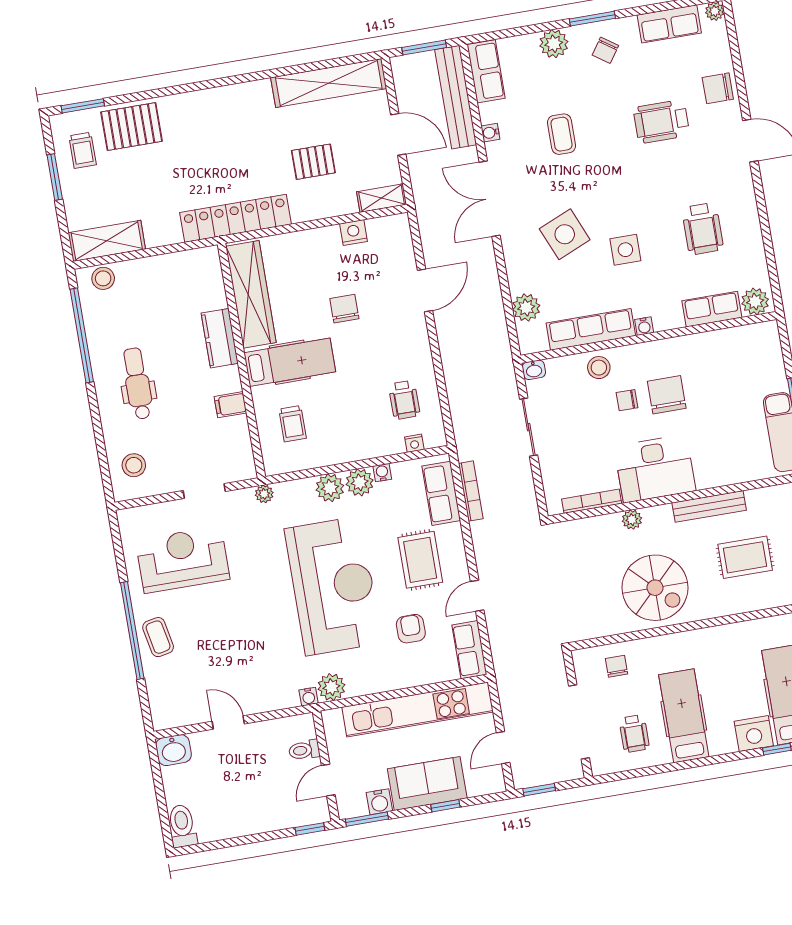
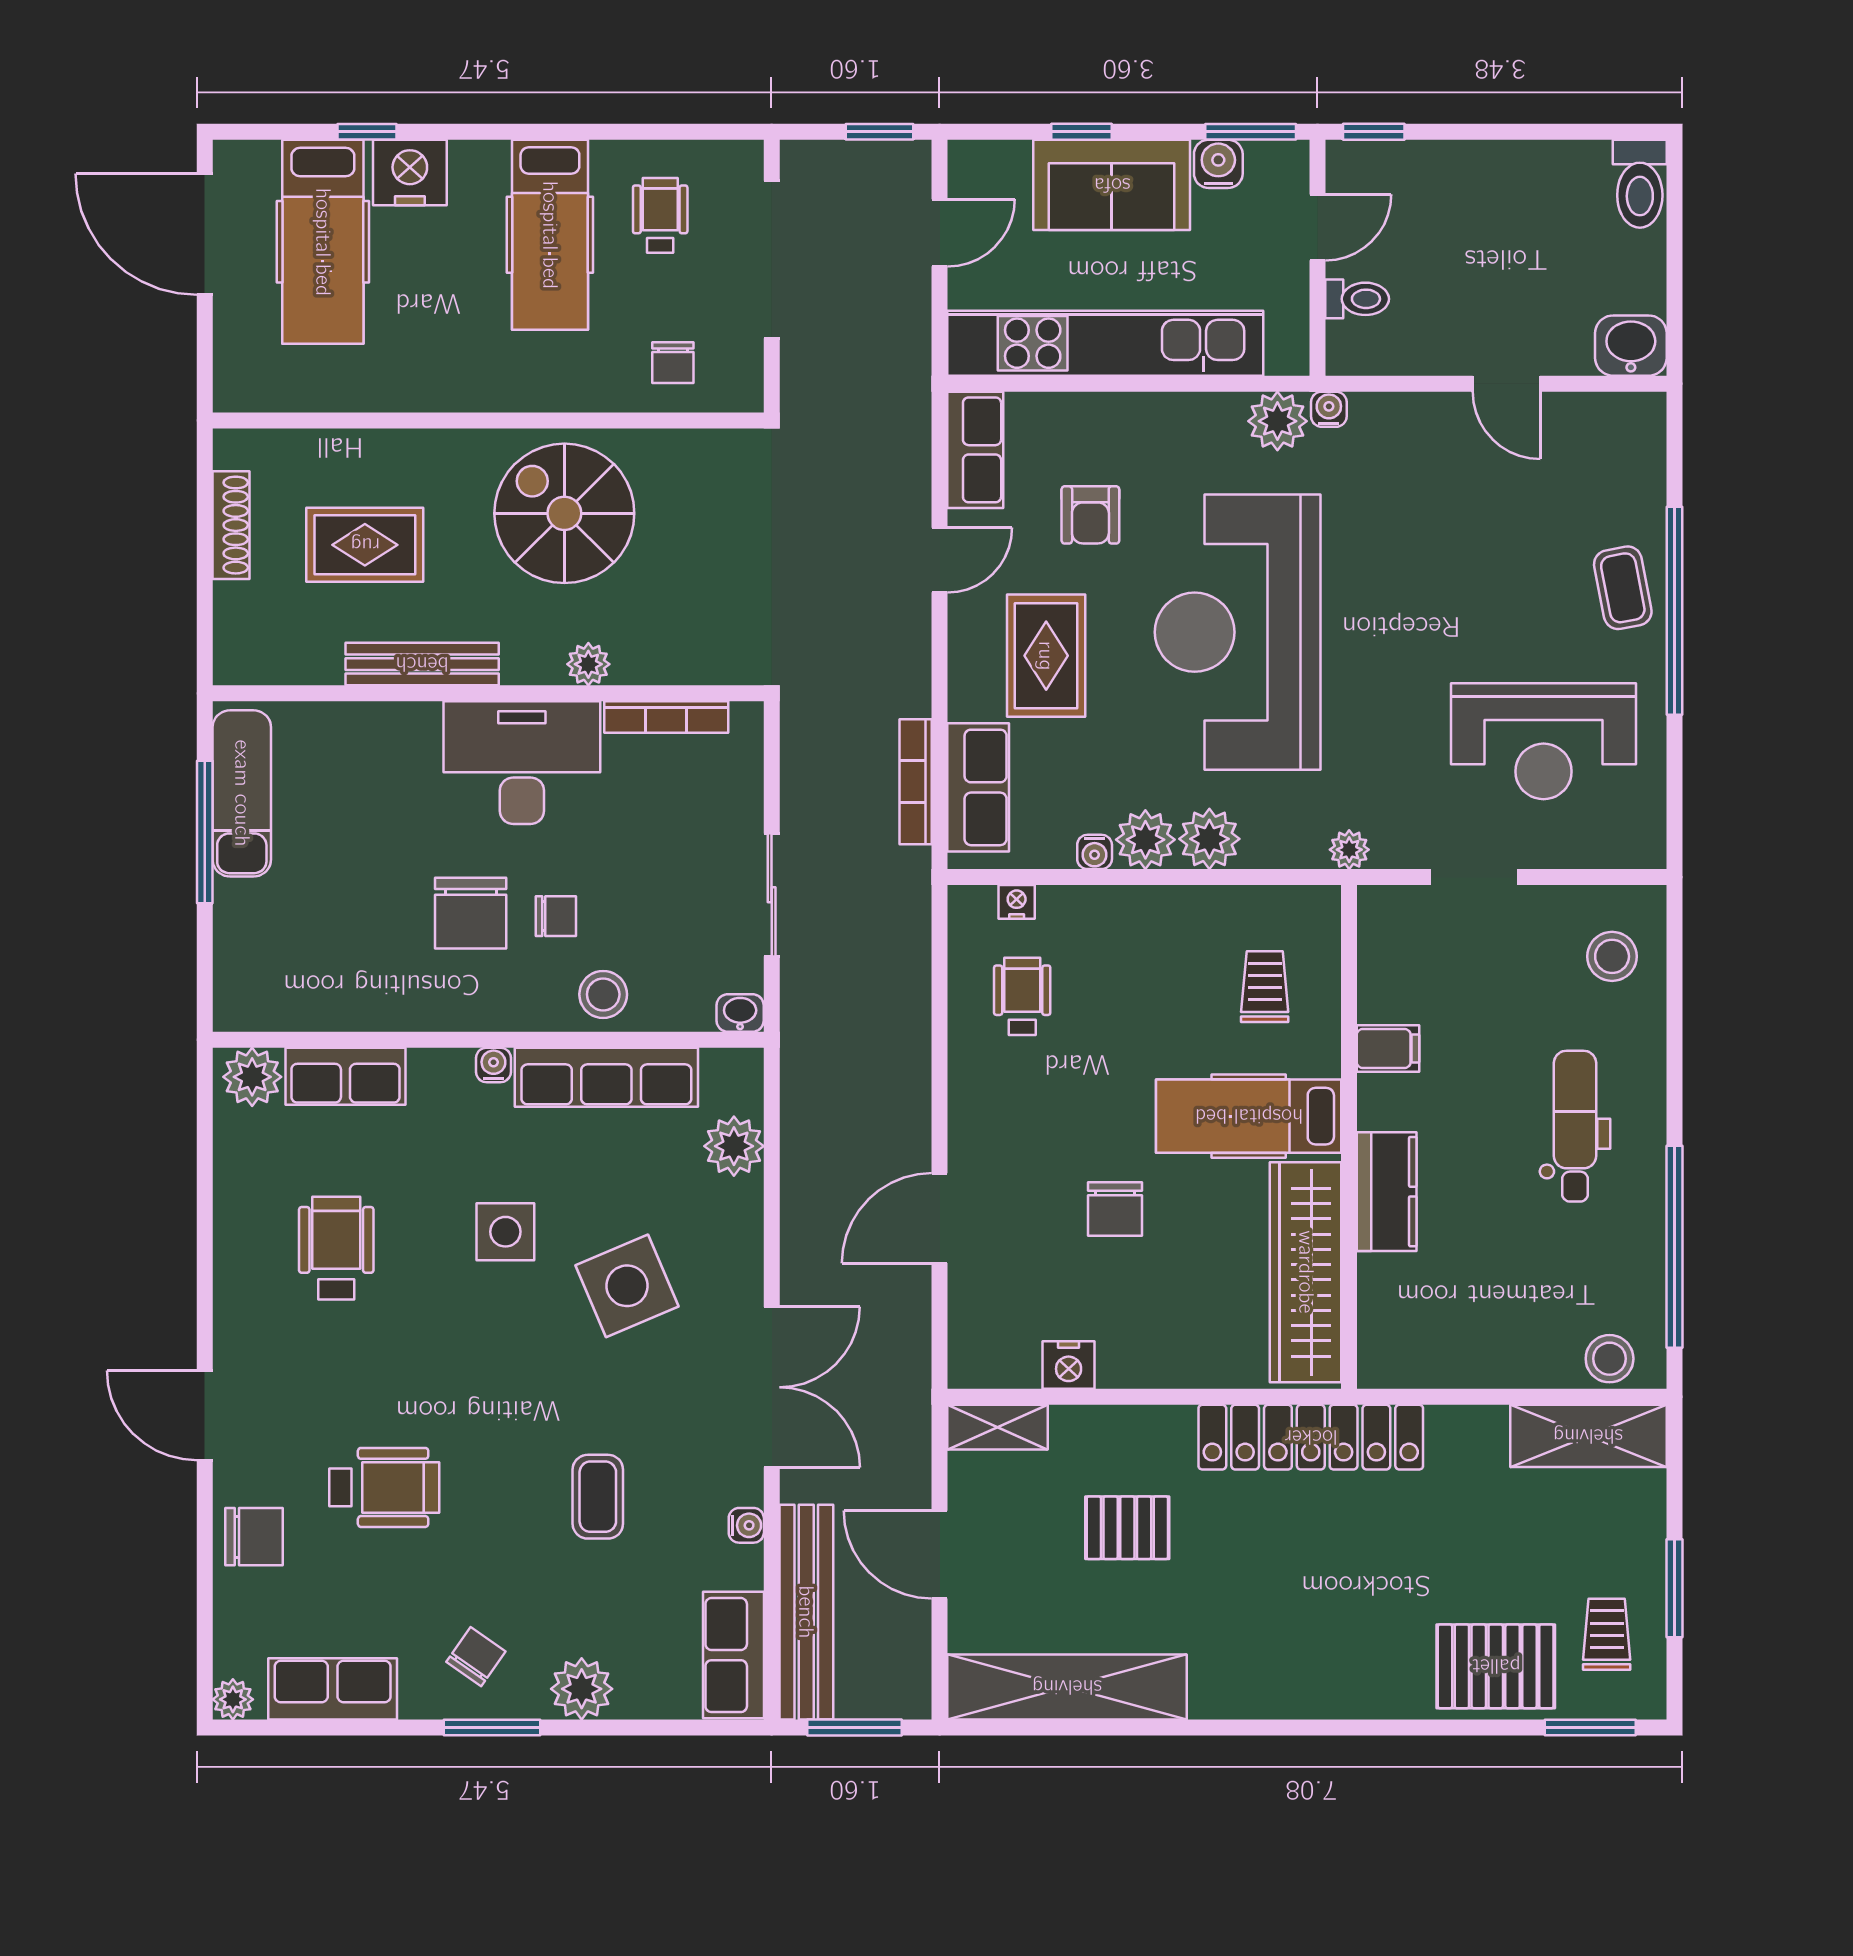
dental chair: (138, 384) -> (1575, 1126), turned 180

